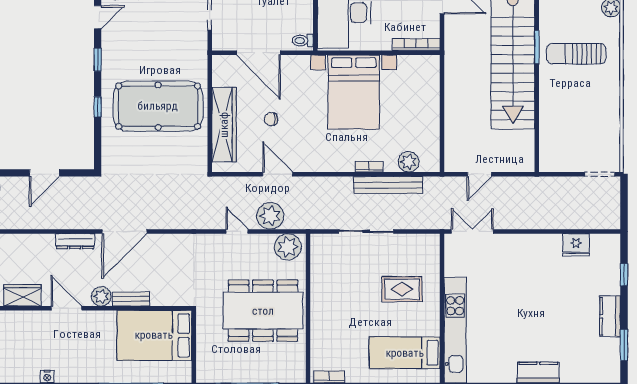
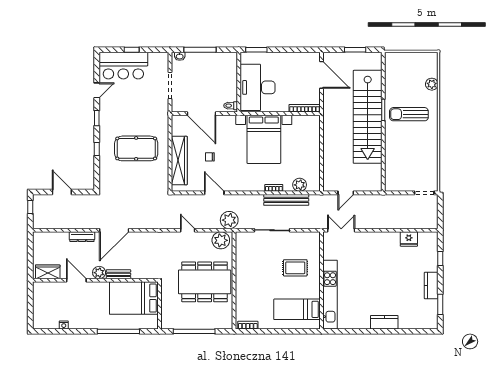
pool table: (158, 106) -> (136, 148), width x0.73, depth x0.76
door: (44, 173) -> (62, 192), swing flipped
plant: (270, 216) -> (229, 220), moved

